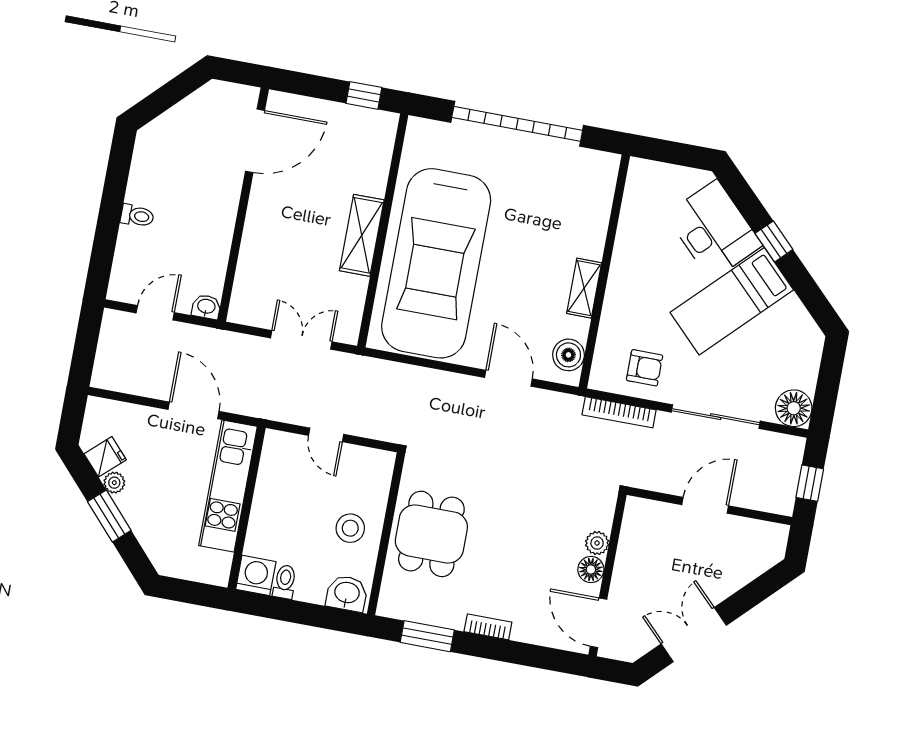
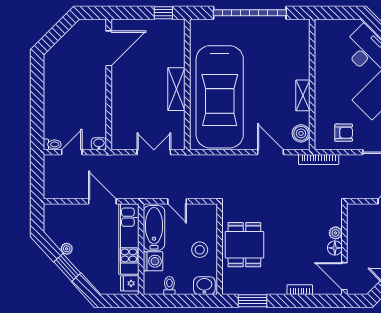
toilet: (137, 216) -> (52, 144), moved
bookcase: (619, 412) -> (319, 160), moved
fridge: (105, 457) -> (130, 283), moved, turned -138
bathtub: (276, 474) -> (154, 228), added
washing machine: (256, 575) -> (153, 261), moved, turned 90
bookcase: (488, 627) -> (300, 290), moved

